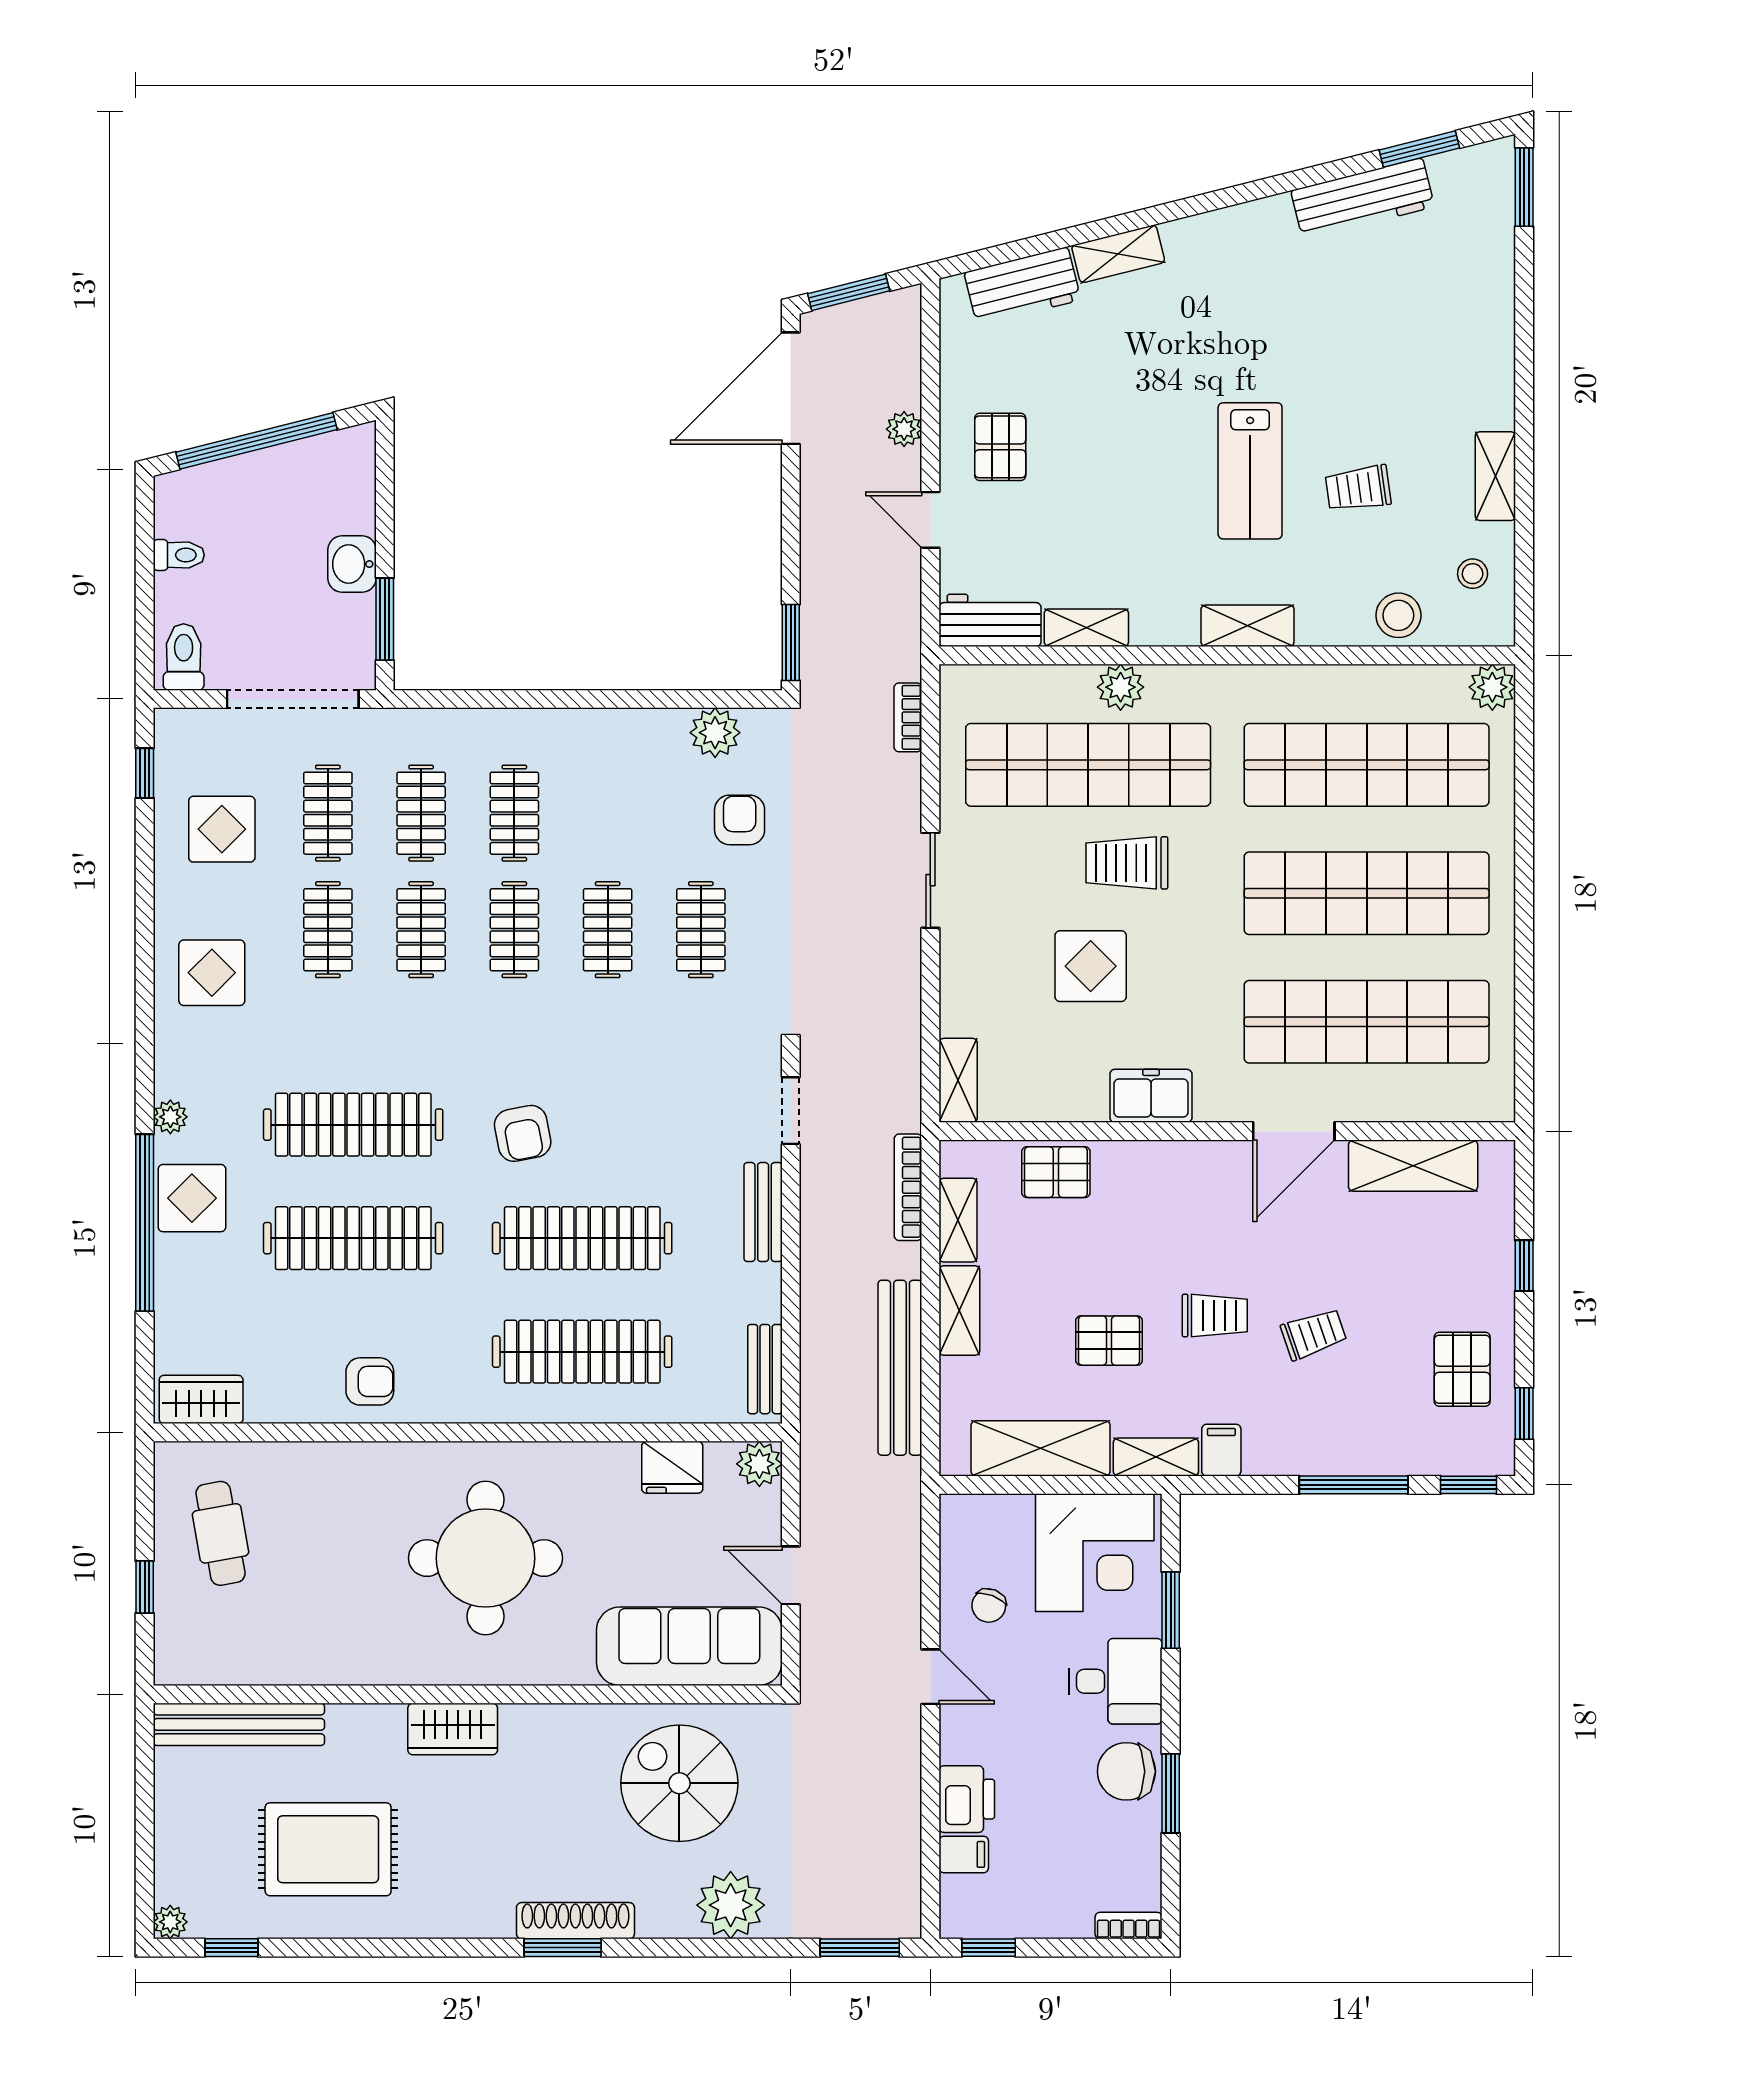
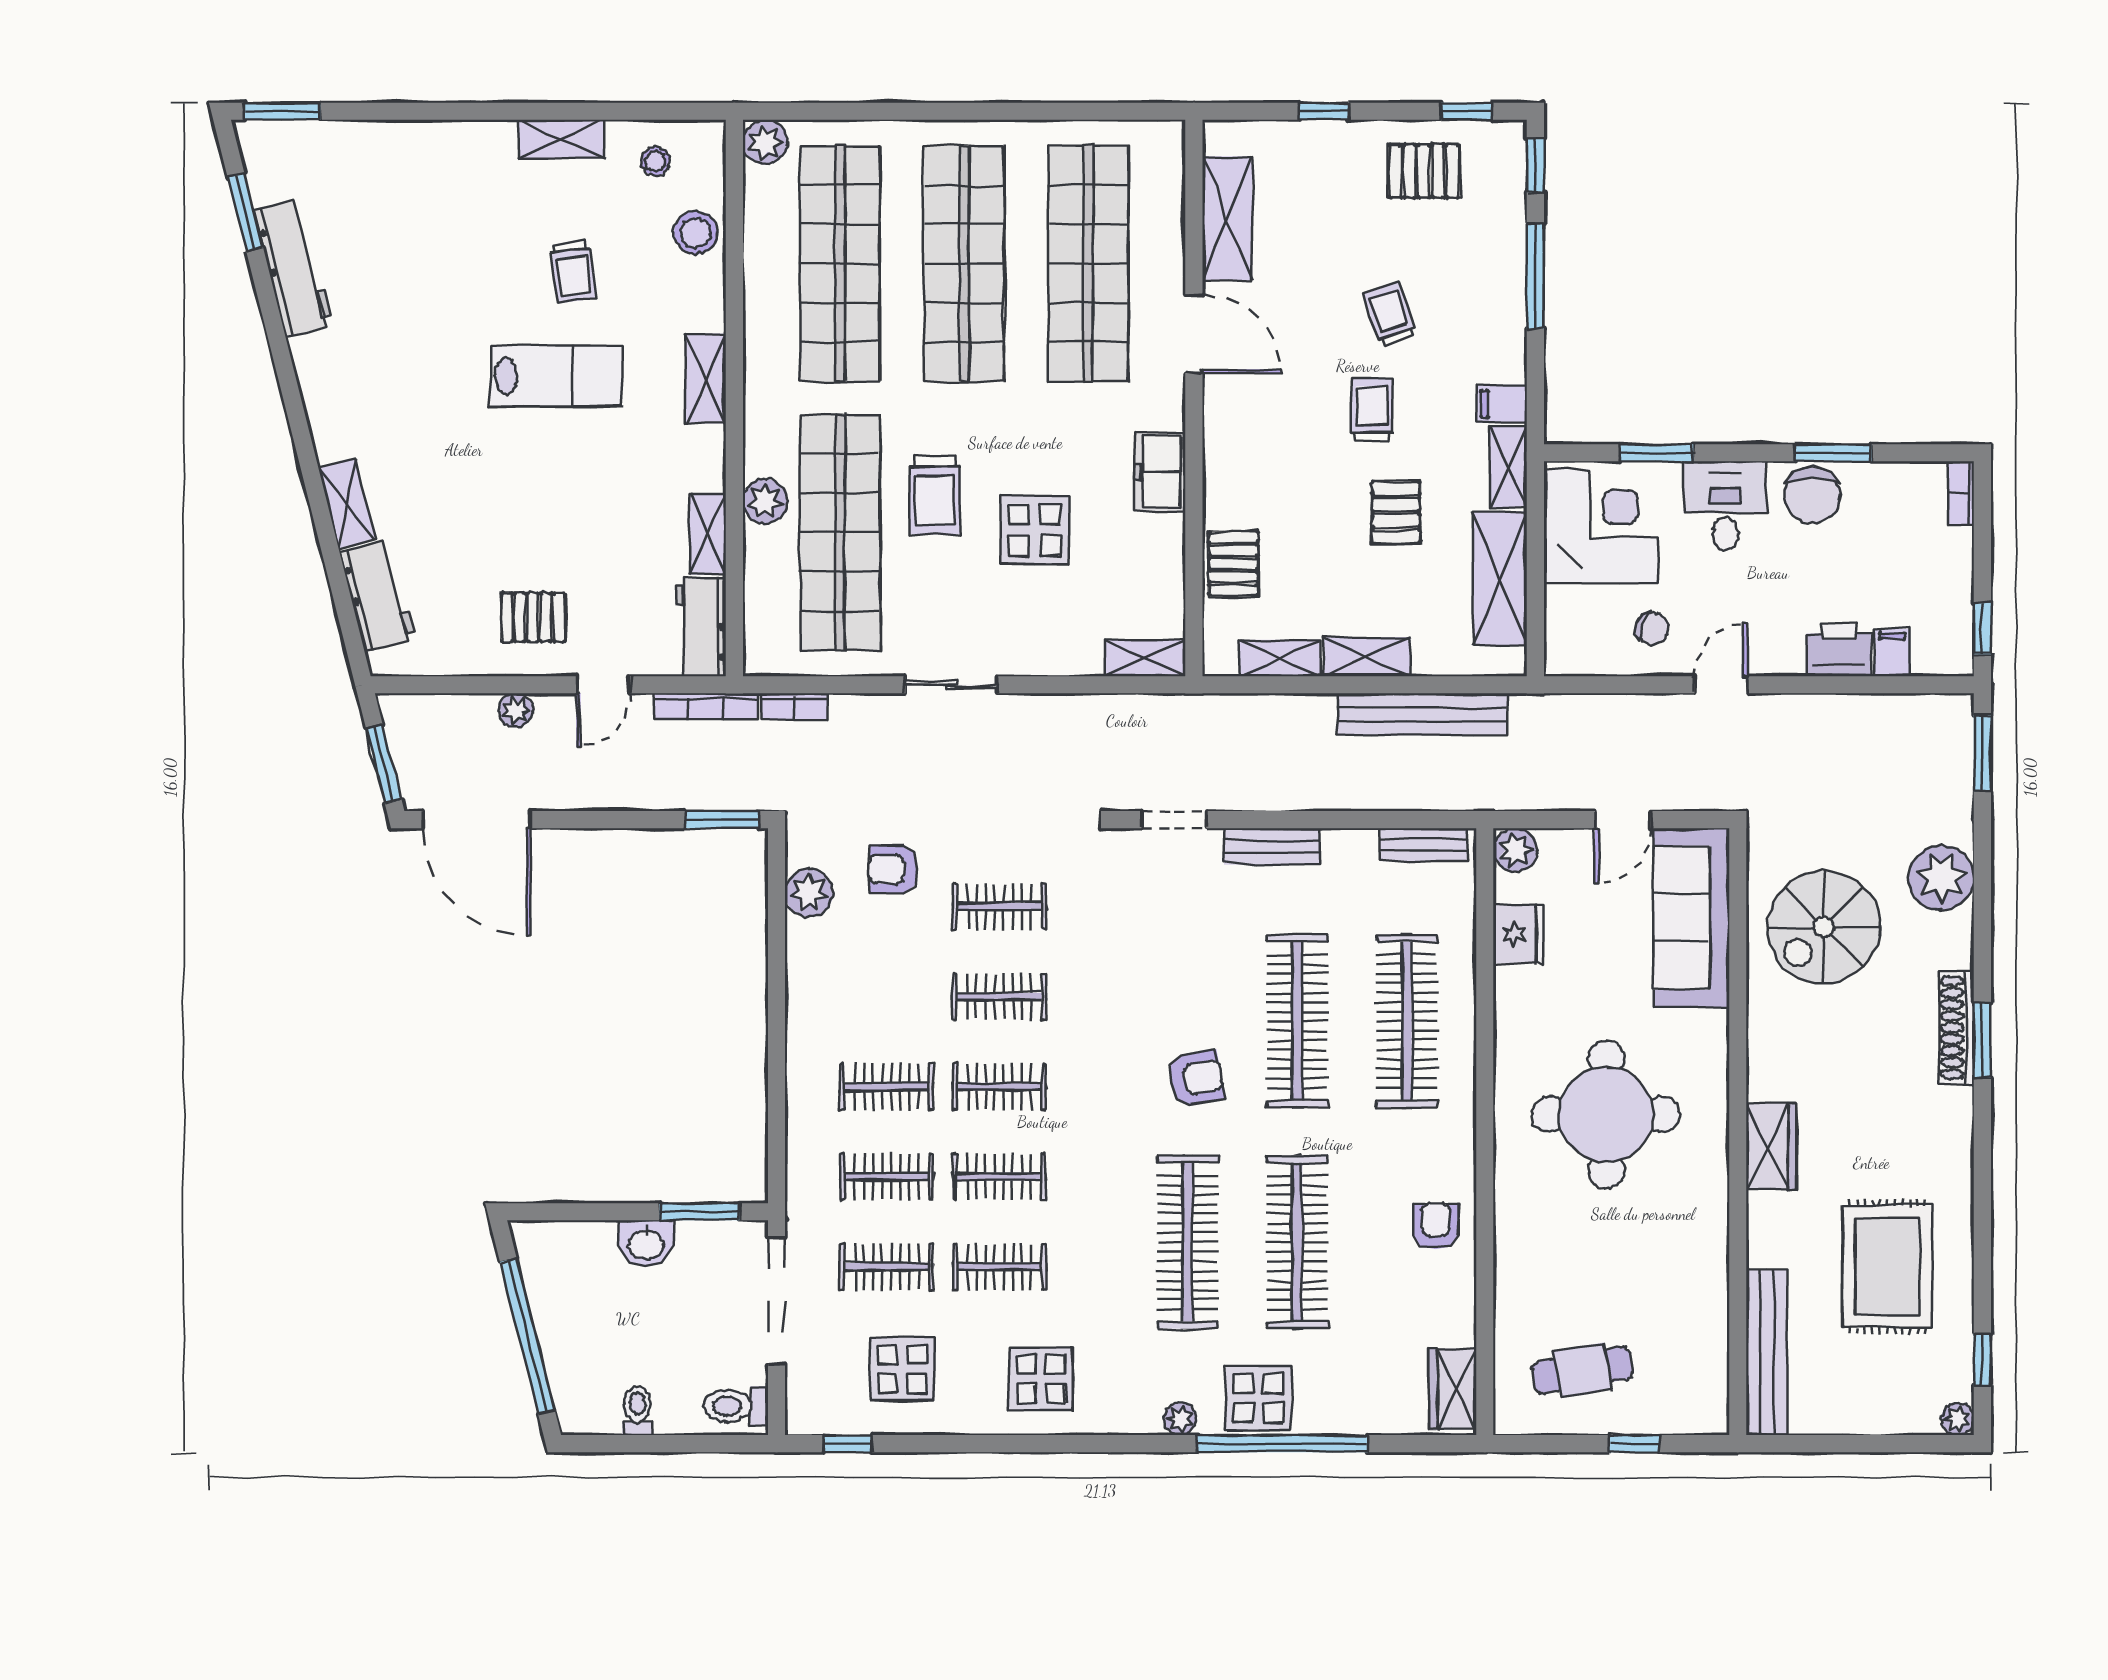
bookcase: (908, 1187) -> (706, 706), moved

